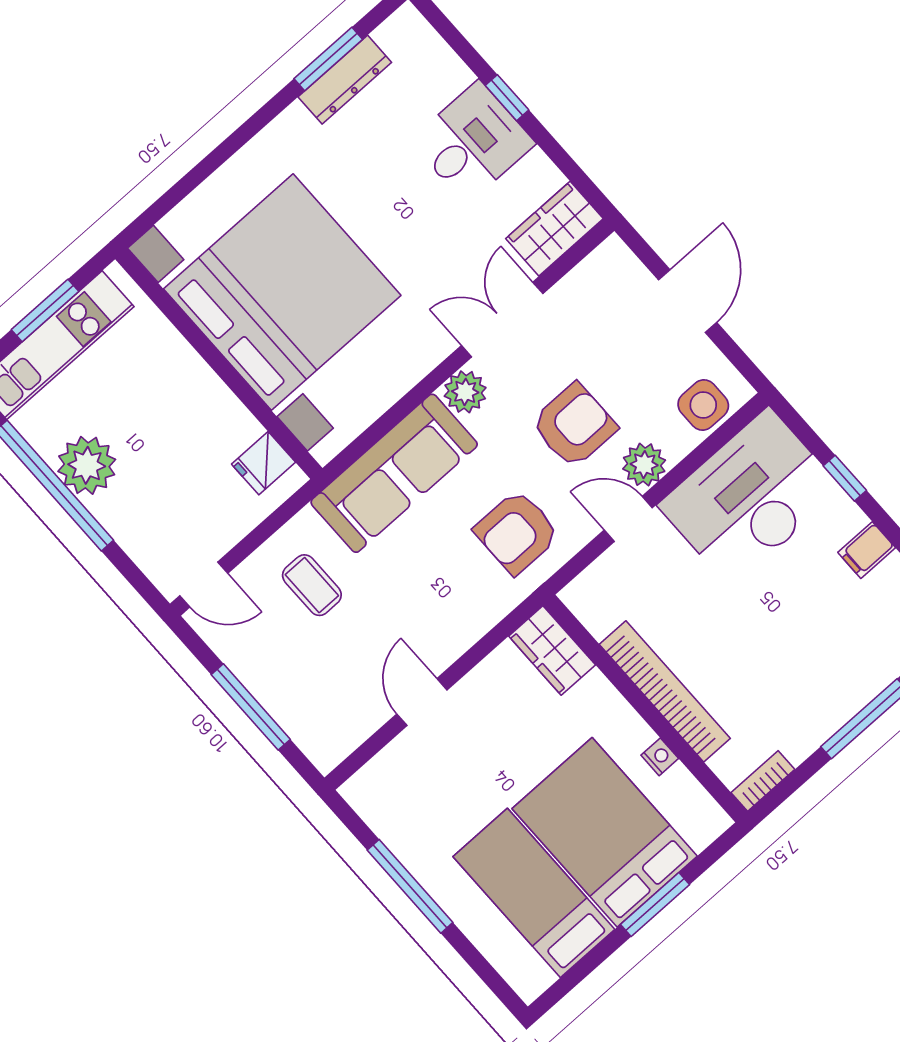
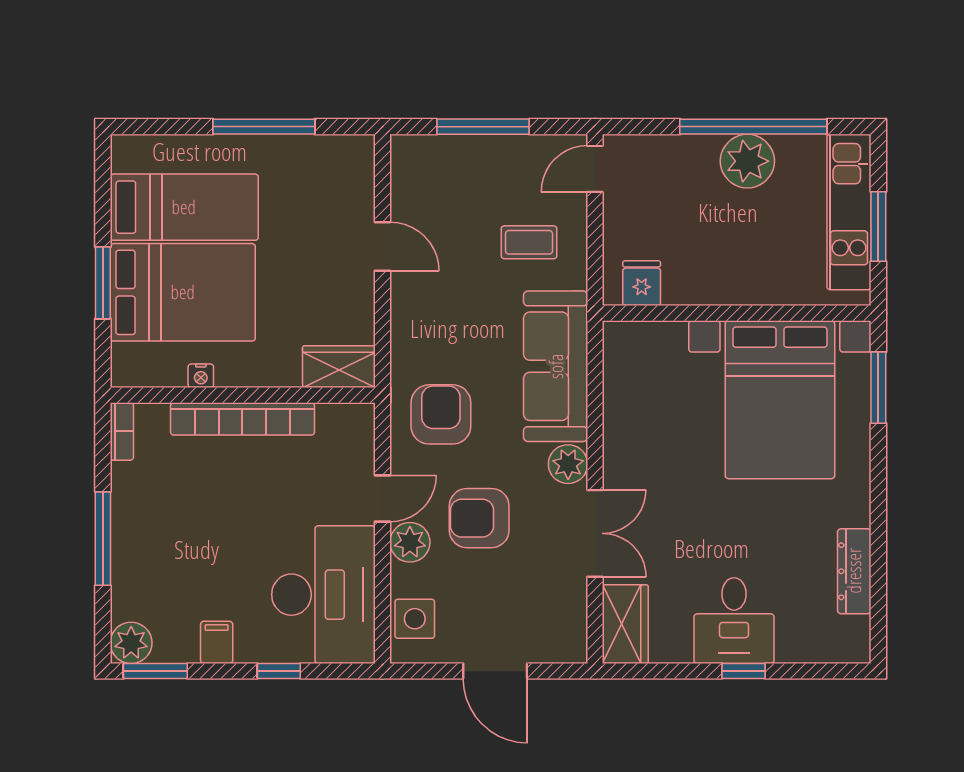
window: (328, 59) -> (878, 388), moved
bed with nightstands: (282, 292) -> (780, 400), width x0.73
armchair: (574, 425) -> (479, 518), turned 90

